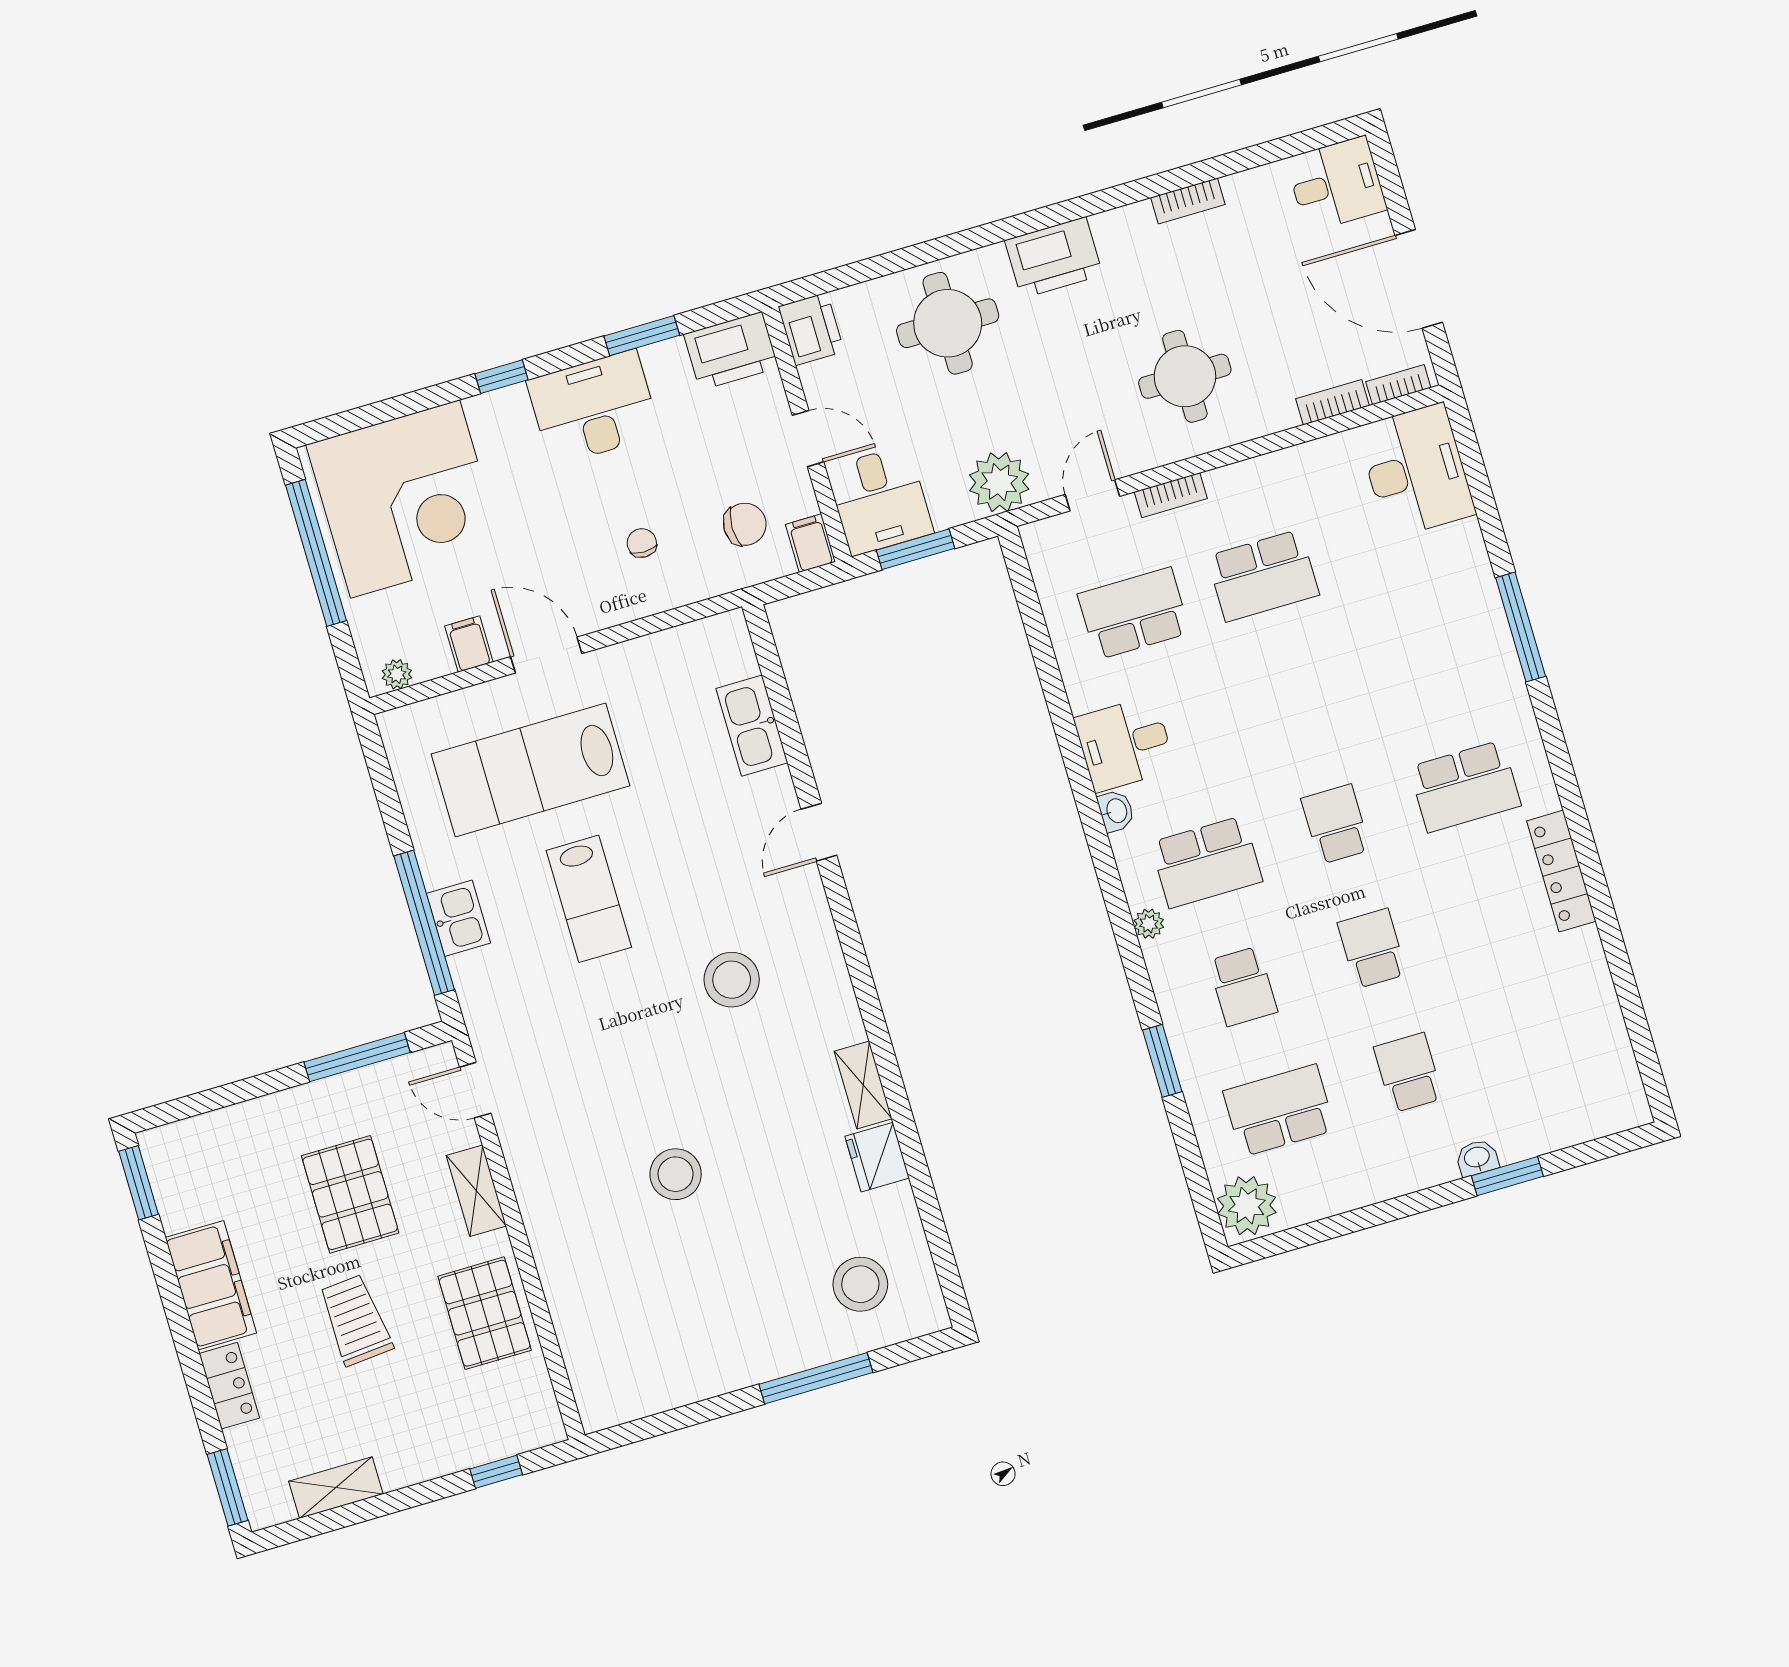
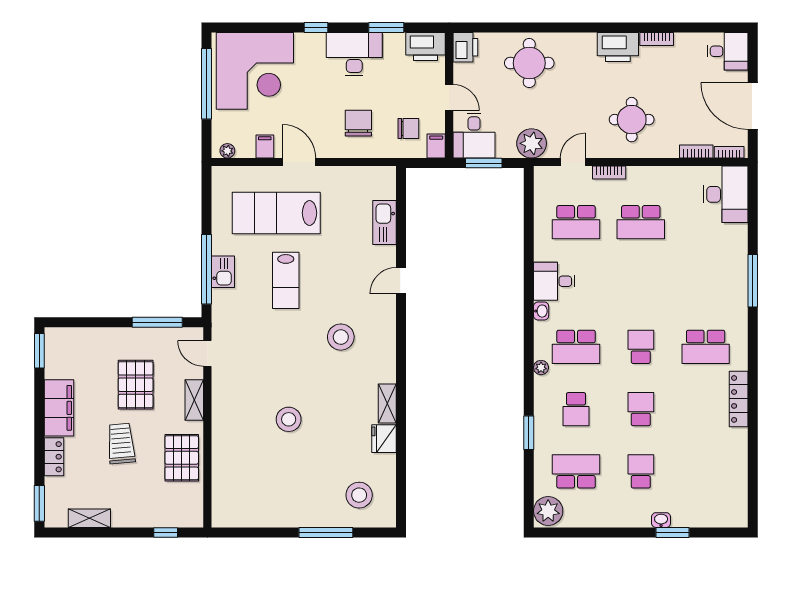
printer: (1054, 258) -> (618, 47), moved
chair: (642, 543) -> (358, 123), width x1.87, depth x1.87
school desk: (1134, 613) -> (576, 222), turned 180

